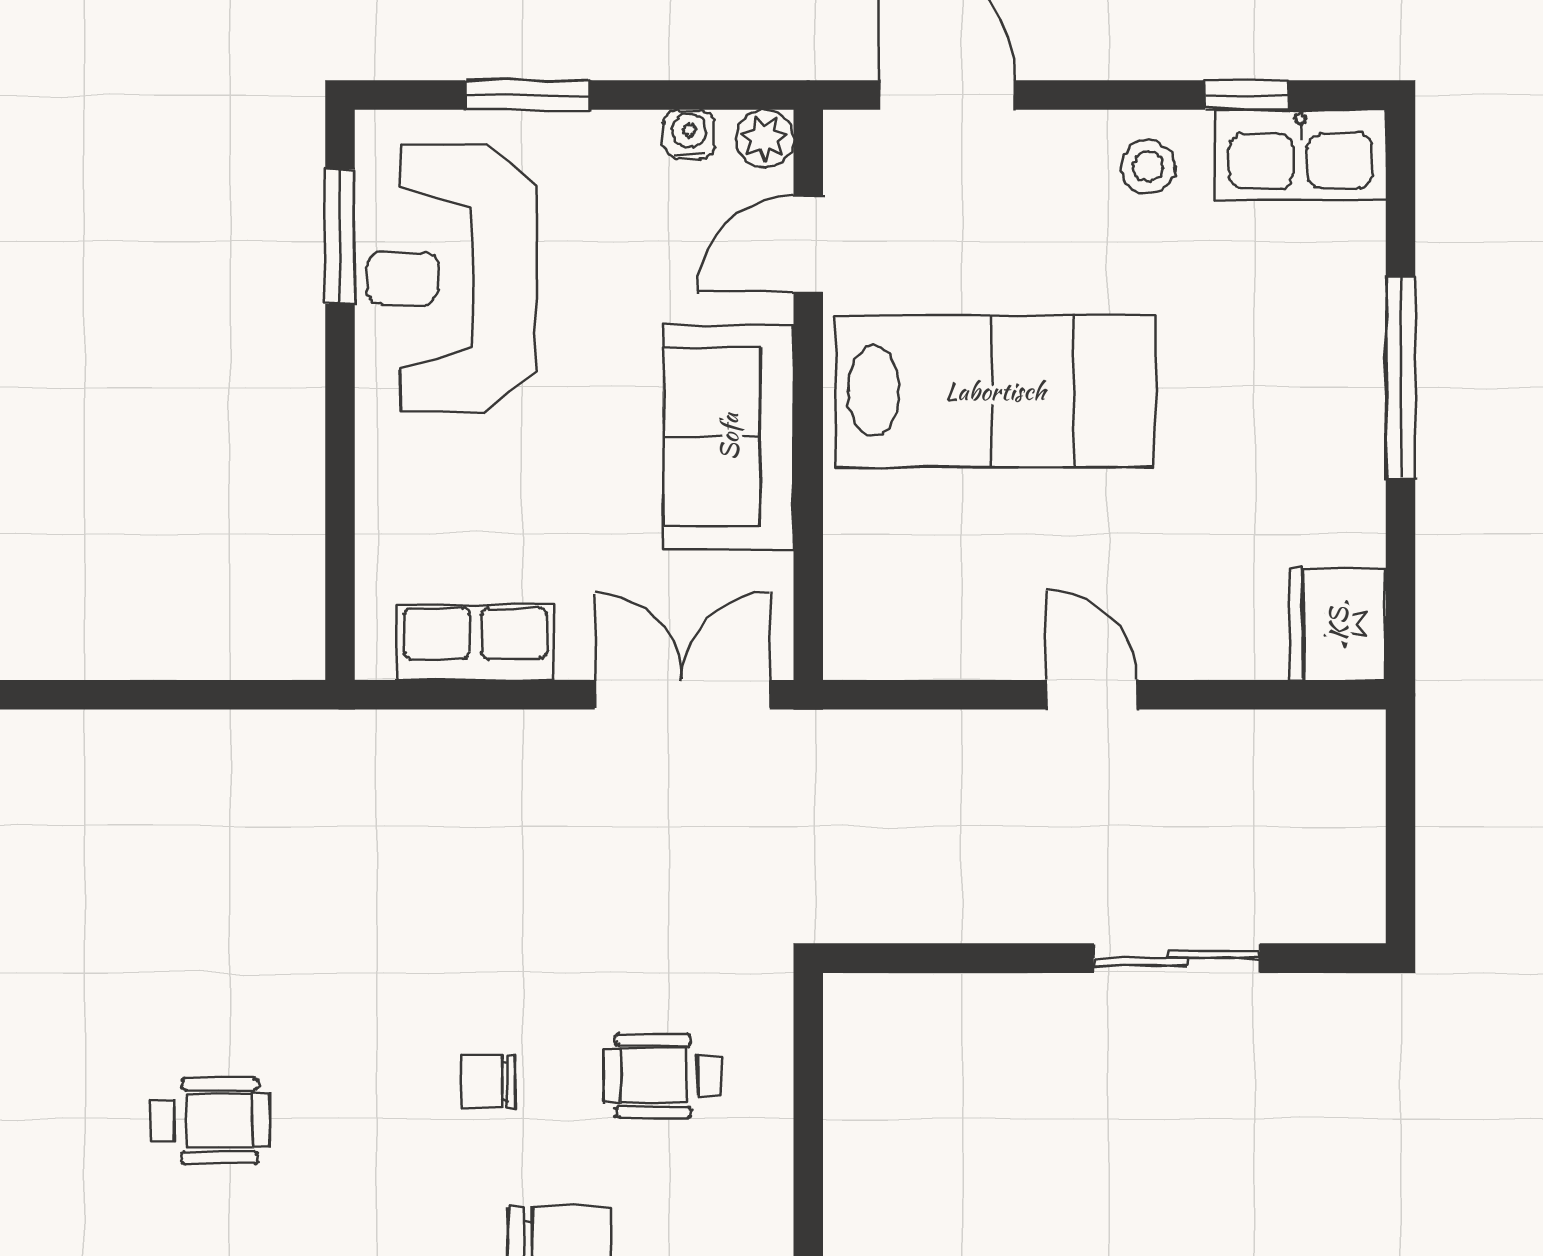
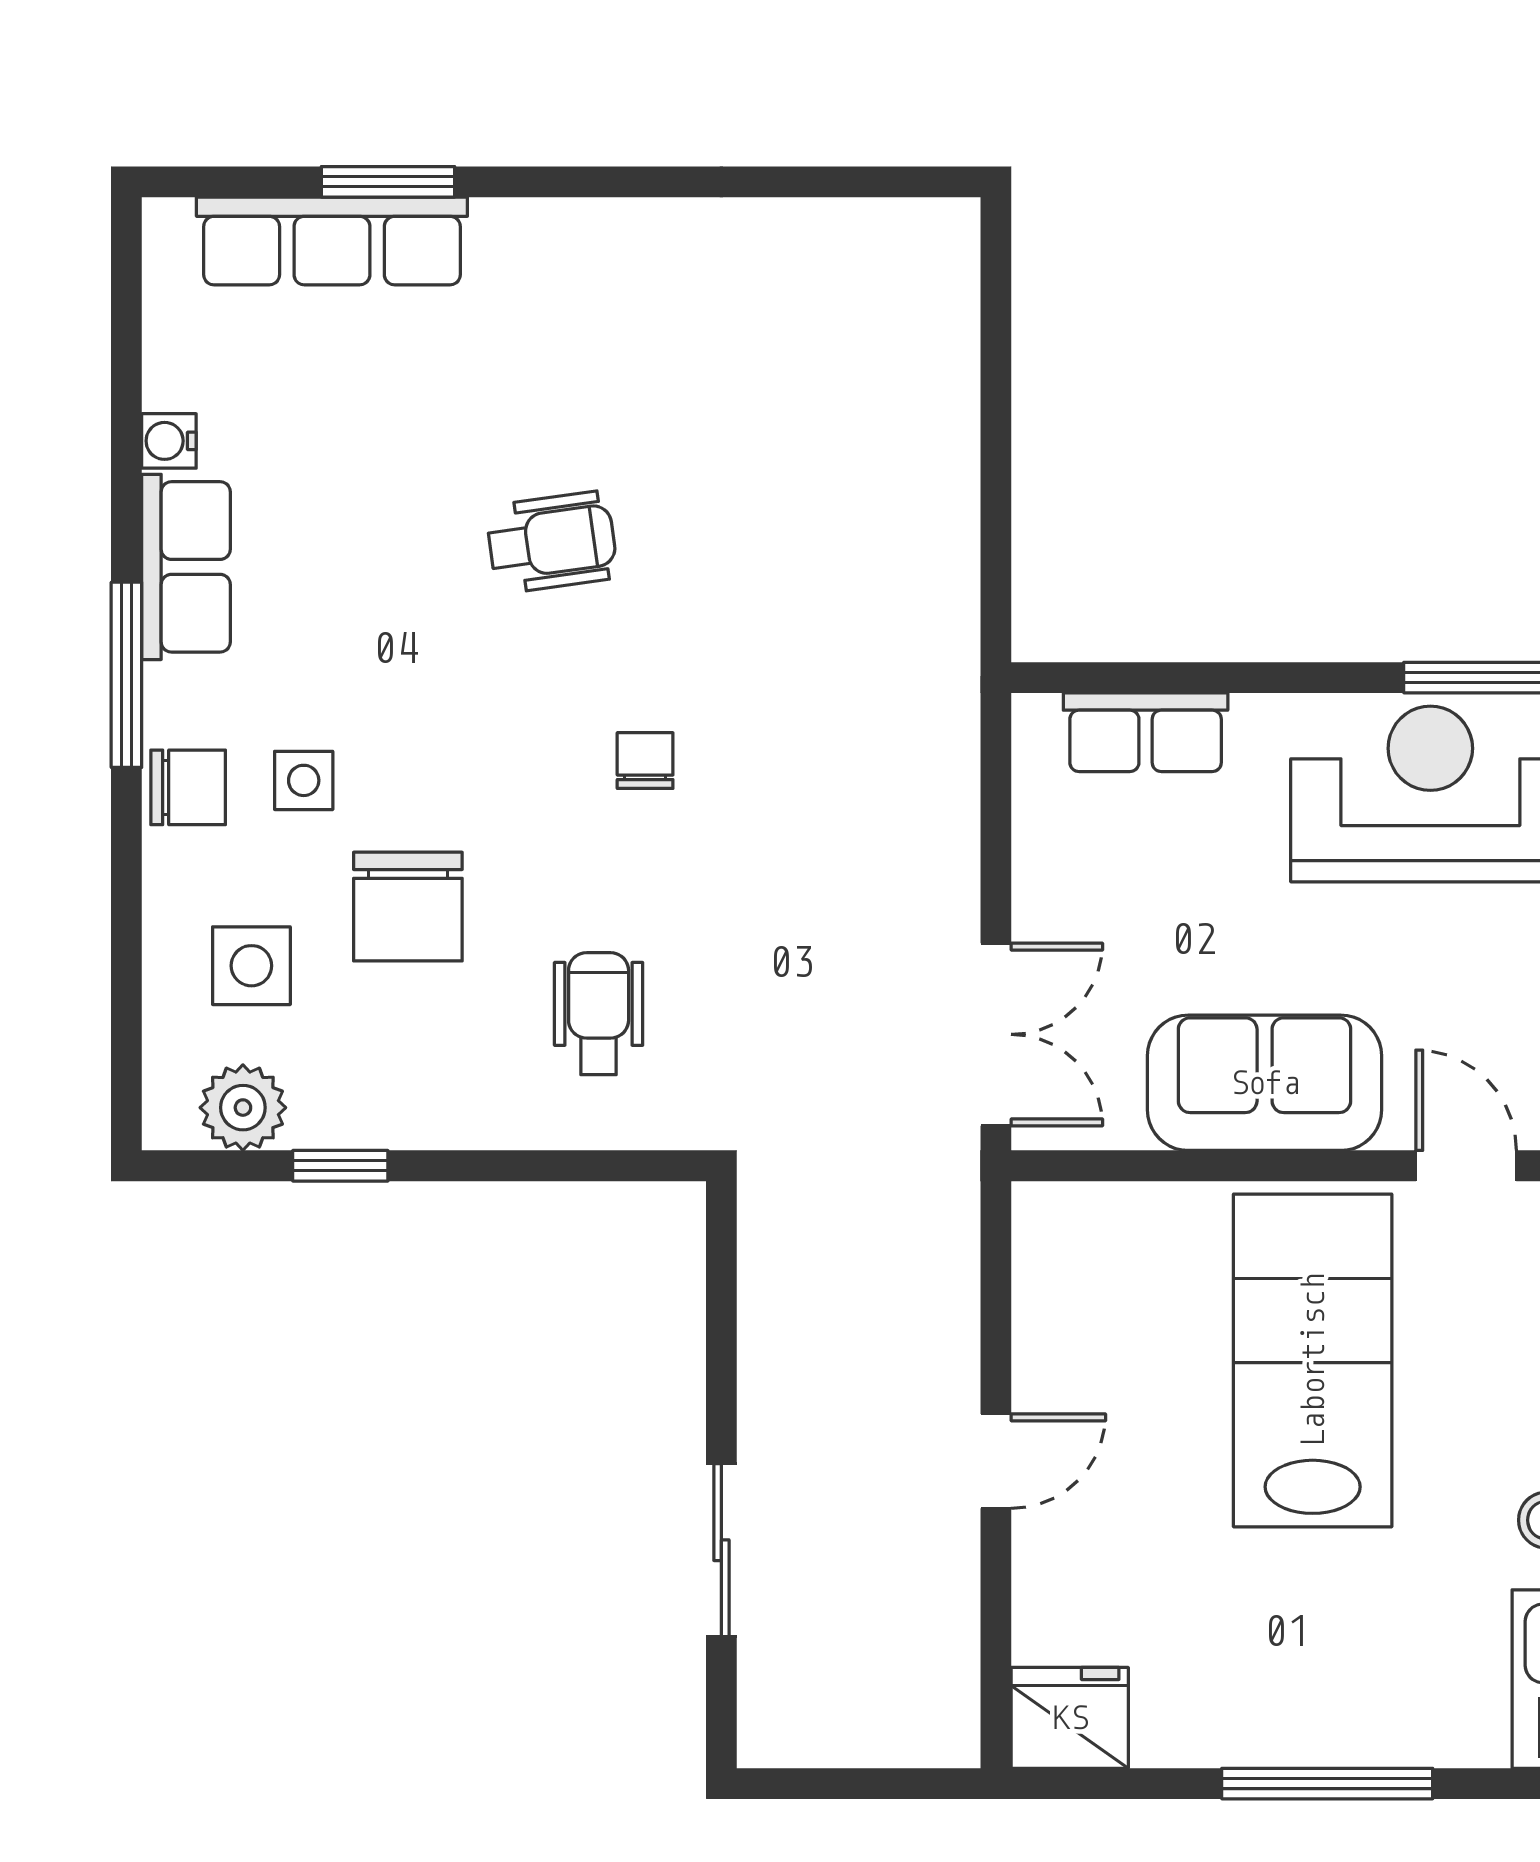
lab bench: (995, 391) -> (1313, 1360), turned 180
row of seats: (475, 642) -> (1146, 732), moved, turned 90
chair: (489, 1082) -> (645, 761), moved
wheelchair: (210, 1121) -> (552, 542), turned -98

